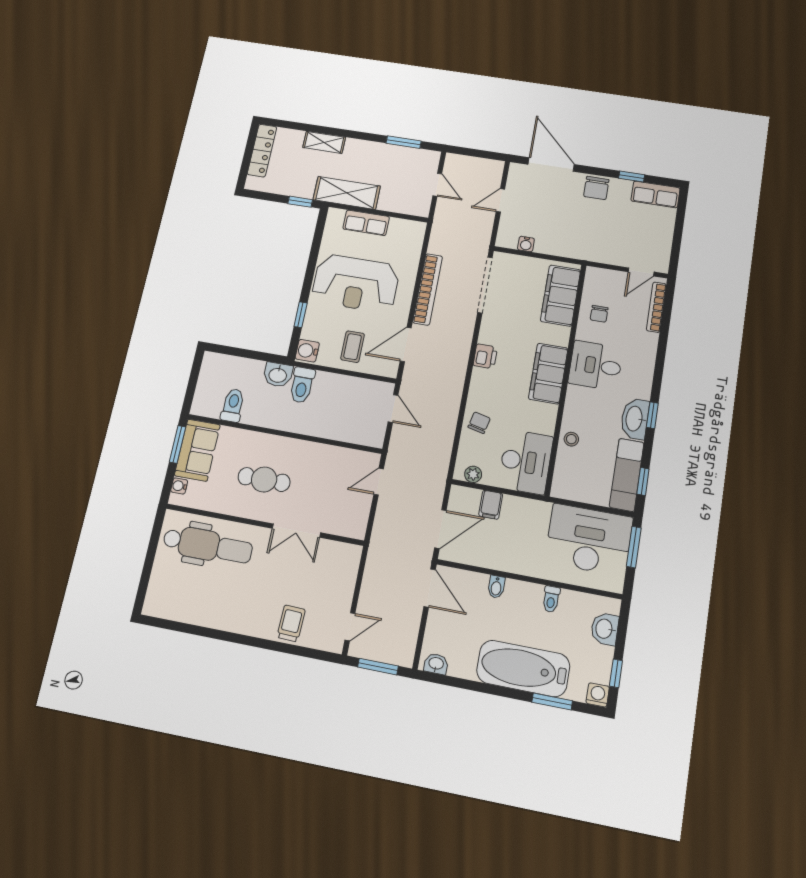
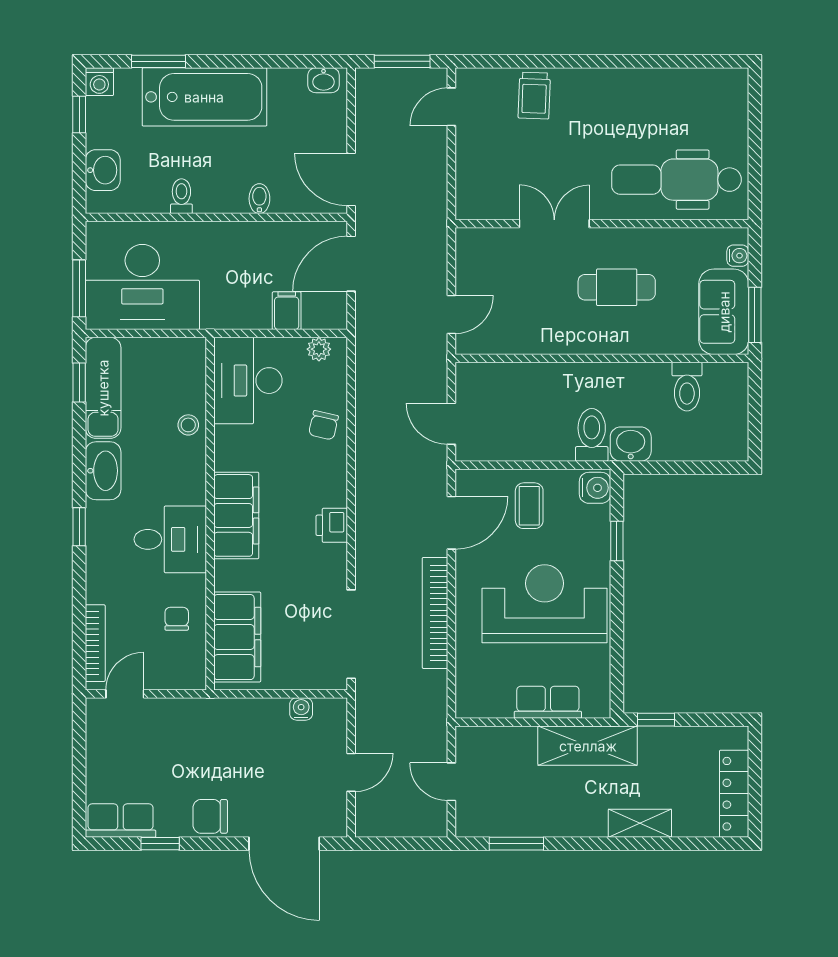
chair: (596, 188) -> (210, 816), turned -90
window: (652, 415) -> (79, 527), moved

